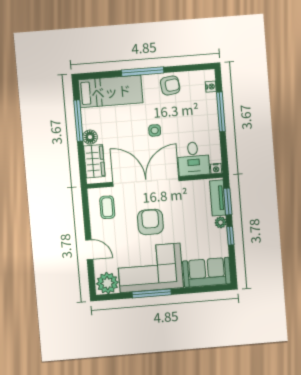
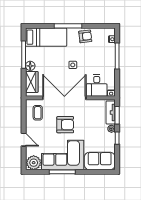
armchair: (150, 222) -> (65, 125), turned 90

